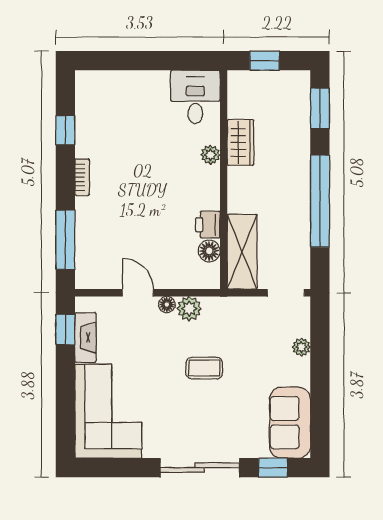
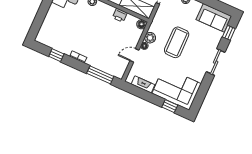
floor lamp: (209, 251) -> (142, 24), moved
window: (65, 329) -> (170, 106), moved
coffee table: (204, 368) -> (177, 42), width x1.86, depth x1.72
sliding door: (200, 468) -> (216, 62), width x0.73

